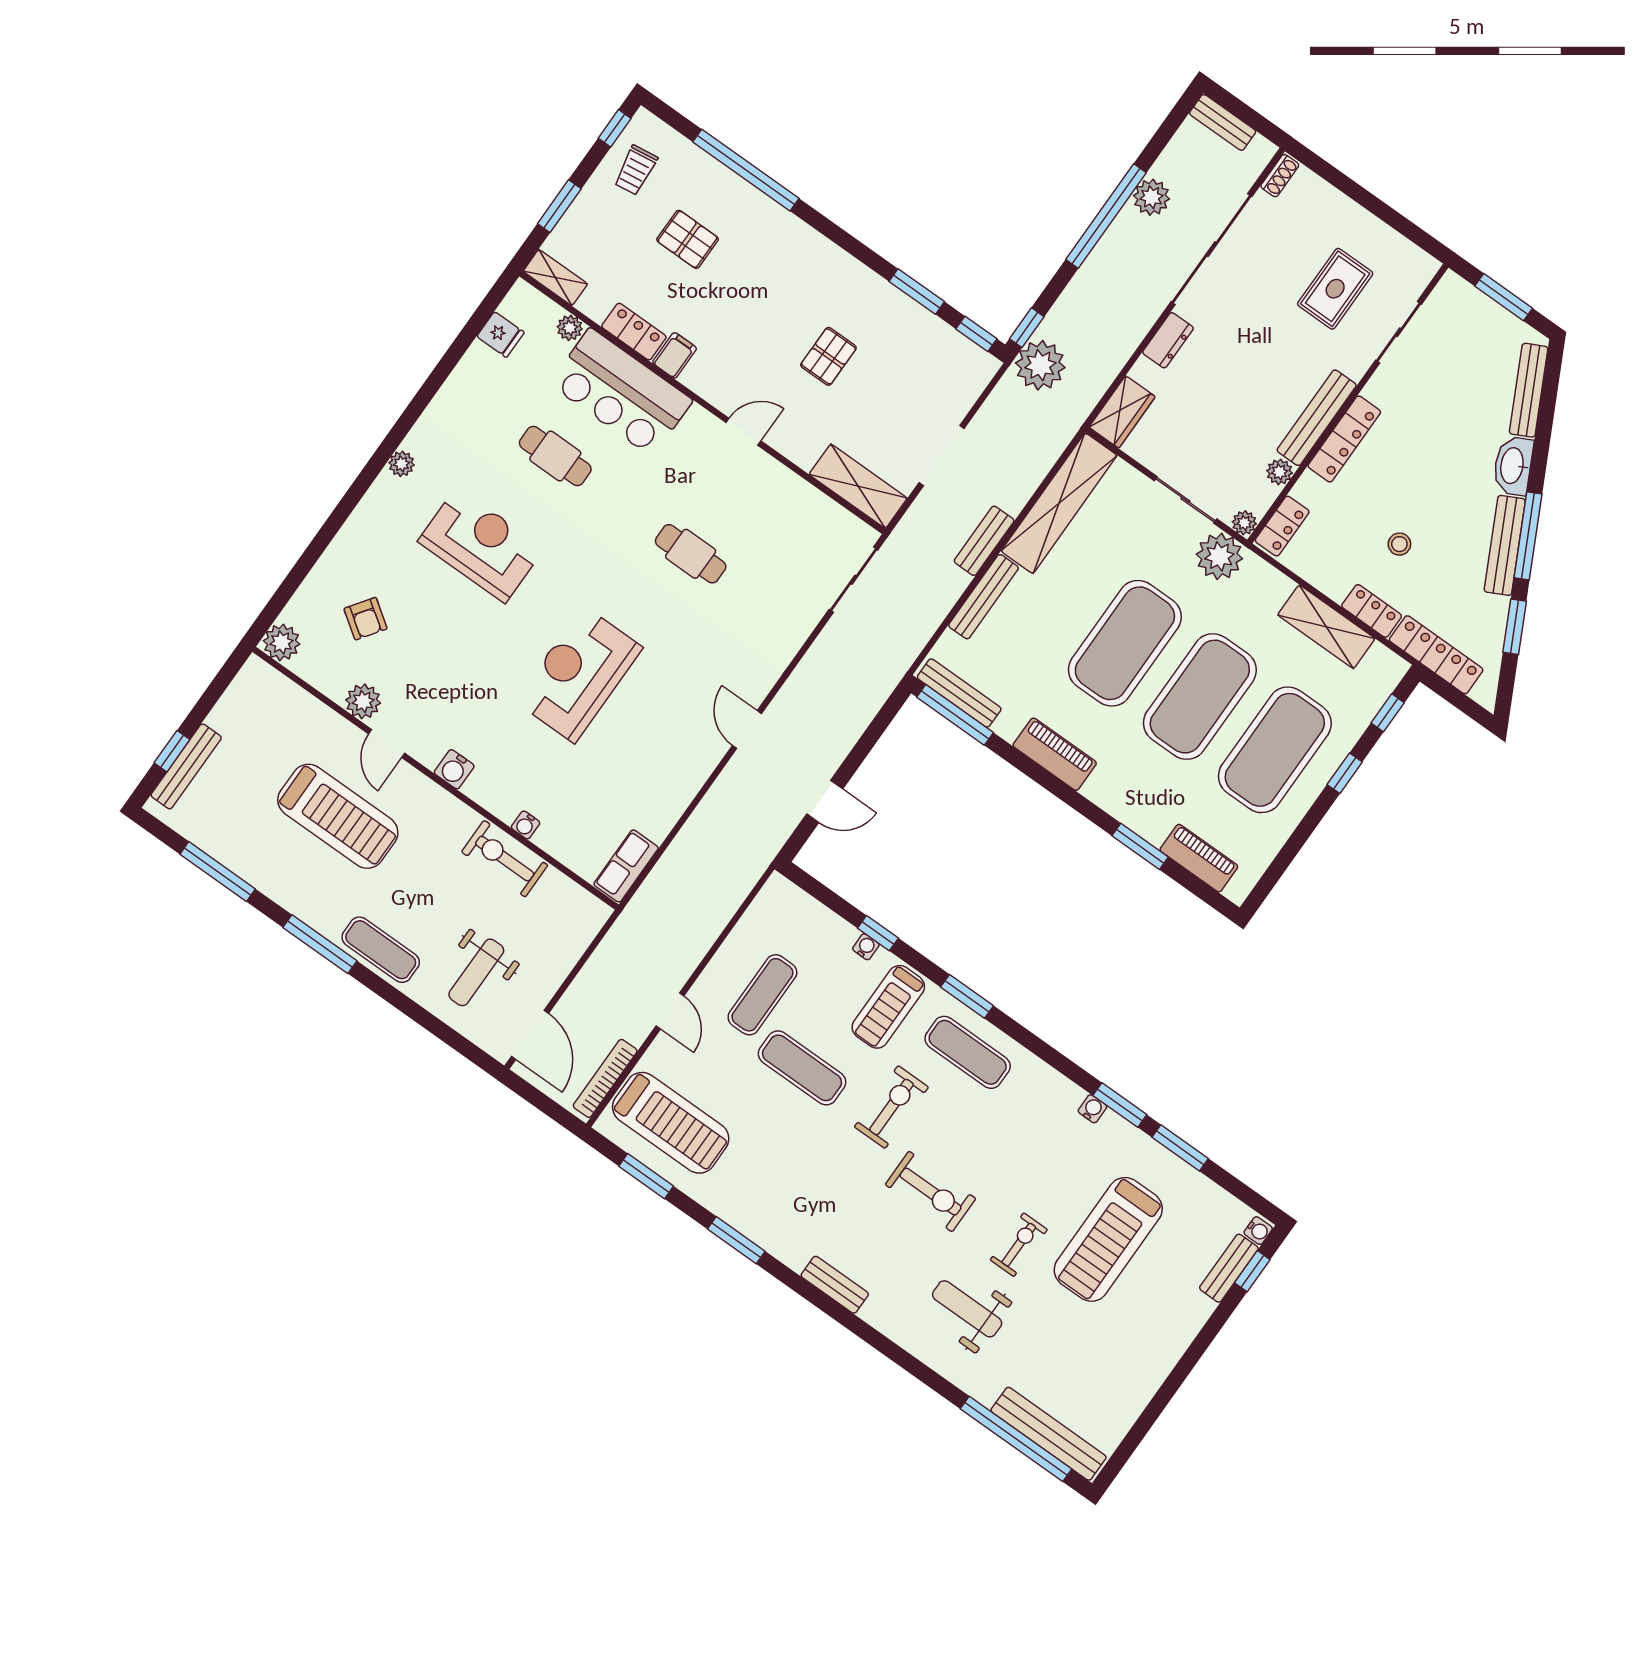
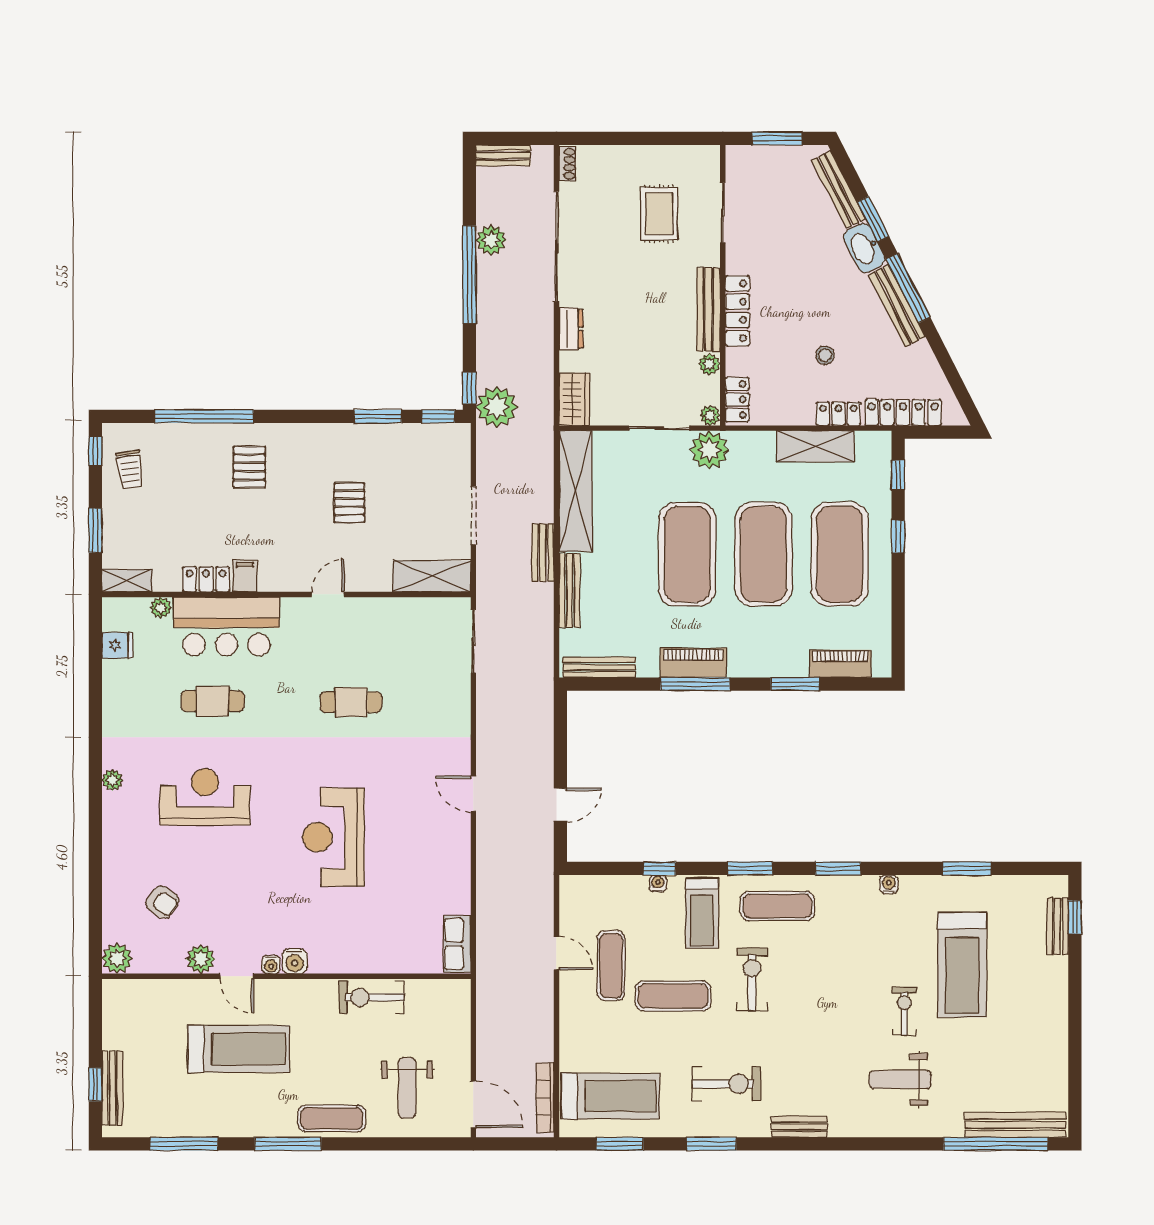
pallet: (688, 239) -> (249, 467), moved, turned 90
window: (1515, 627) -> (873, 219), moved
window: (955, 715) -> (695, 684), moved
water cooler: (526, 825) -> (271, 965), moved
door: (670, 1011) -> (556, 953), moved
window: (1120, 1105) -> (838, 868), moved
exercise bike: (931, 1192) -> (726, 1084), moved
water cooler: (1258, 1231) -> (1059, 887), removed

